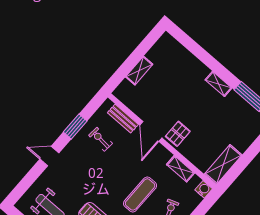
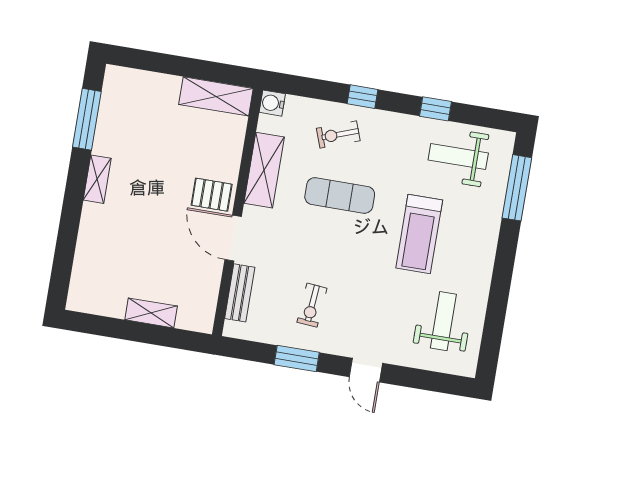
door: (151, 131) -> (233, 238), swing flipped
exercise bike: (101, 139) -> (312, 305), moved
shelving: (181, 169) -> (264, 170), width x1.50, depth x1.33

